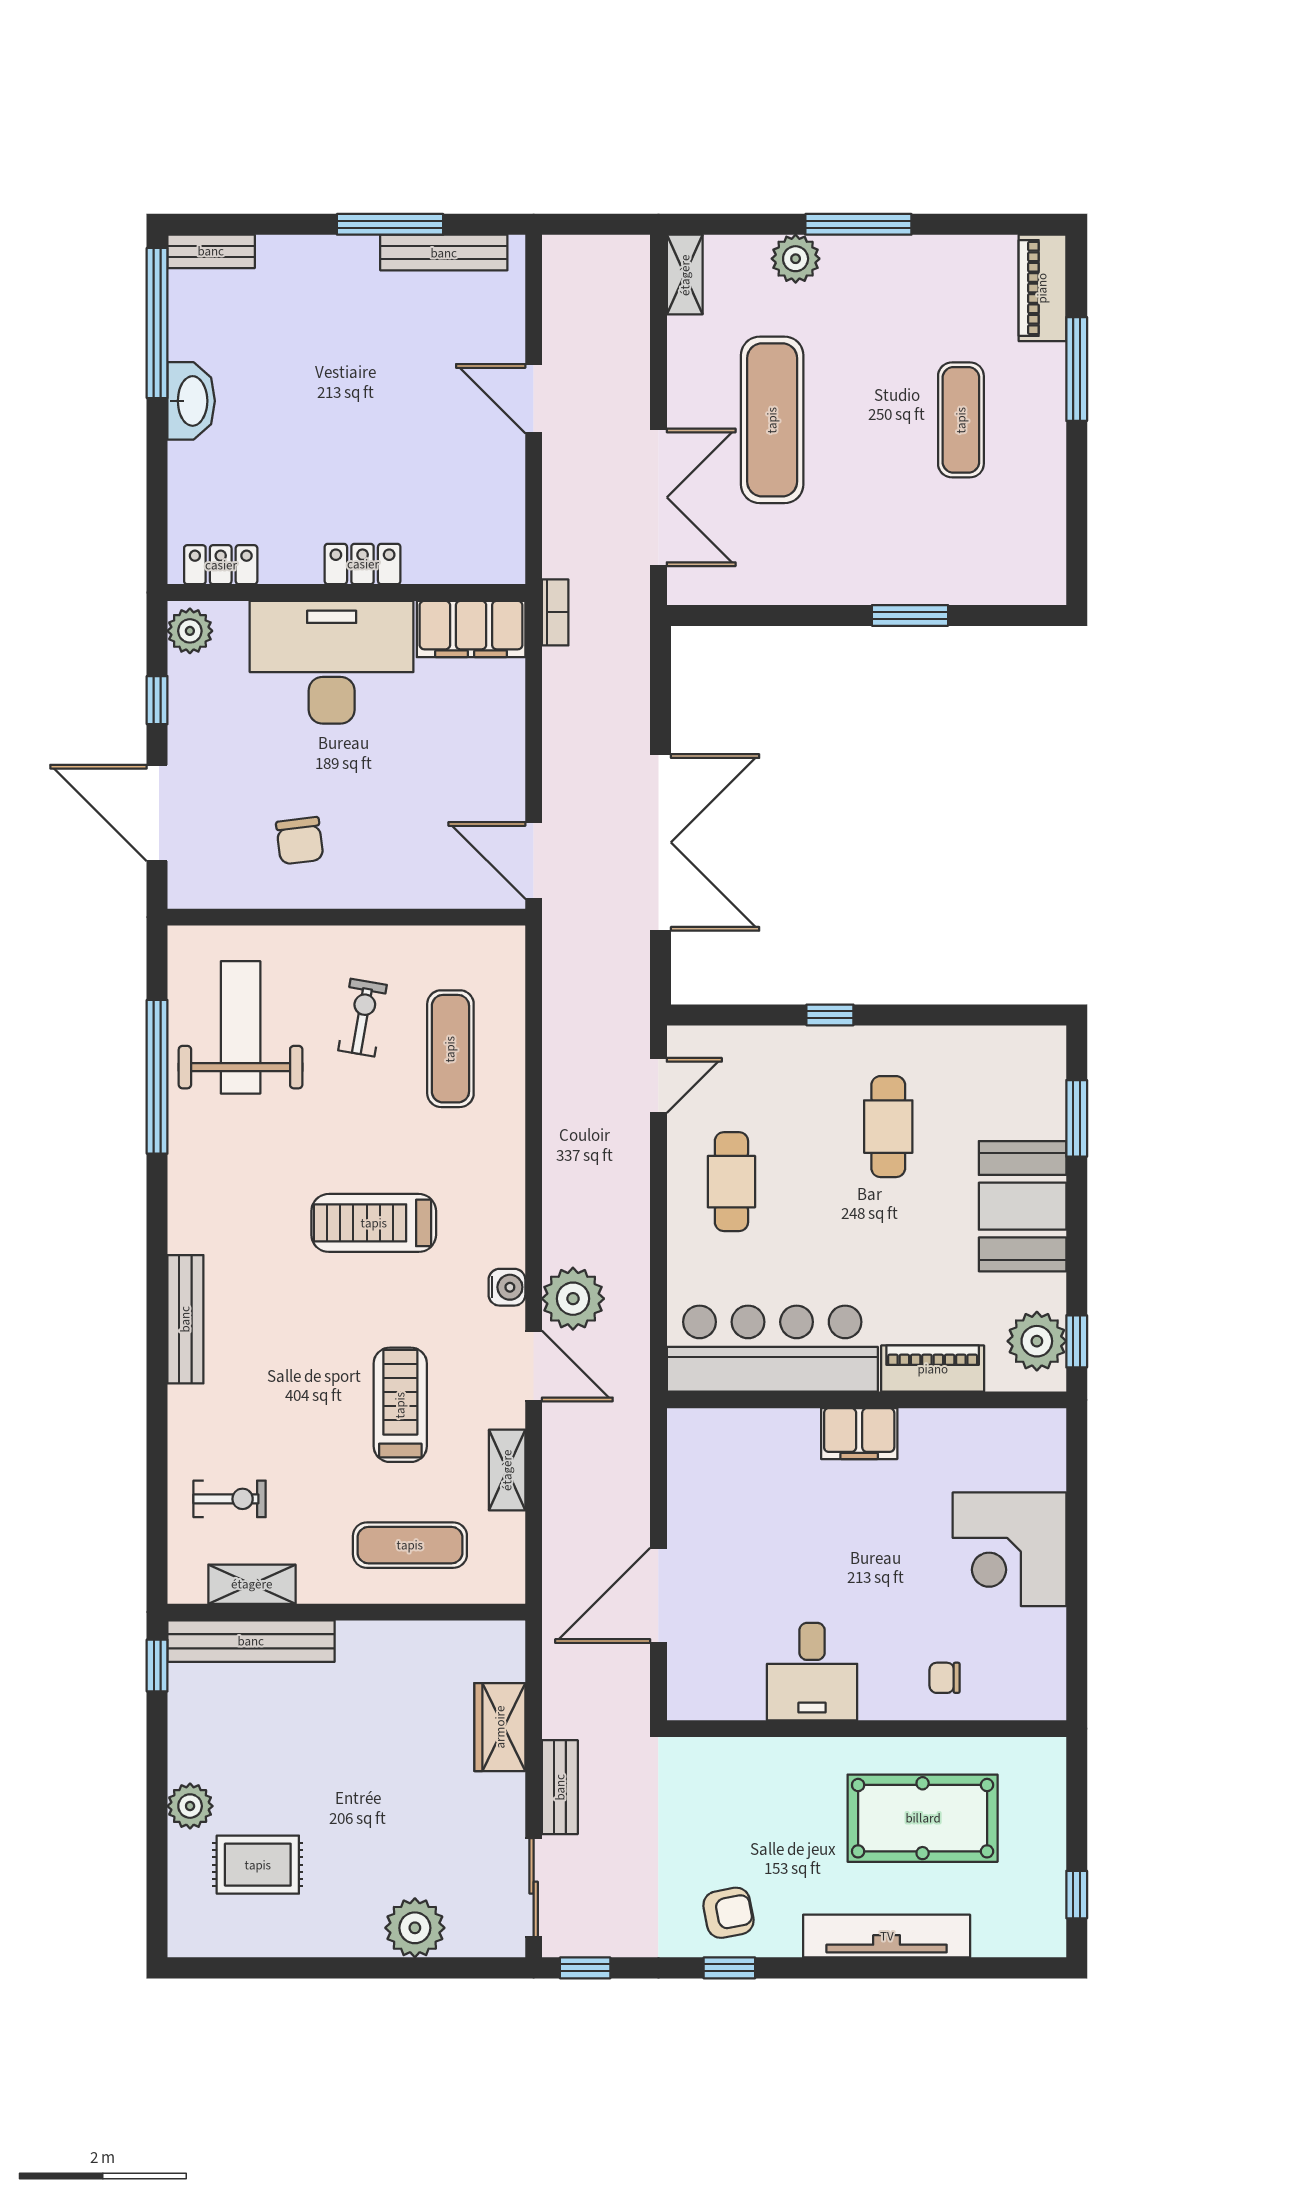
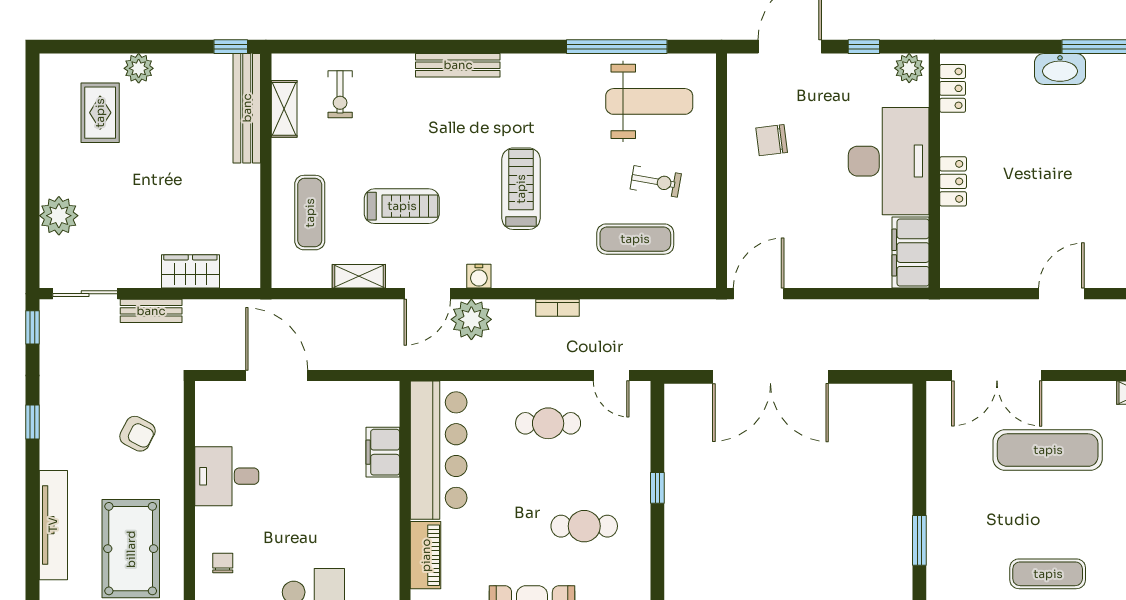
bookcase: (555, 612) -> (558, 308), moved
filing cabinet: (859, 1434) -> (383, 452), moved
armchair: (728, 1913) -> (137, 434), moved, turned -52

